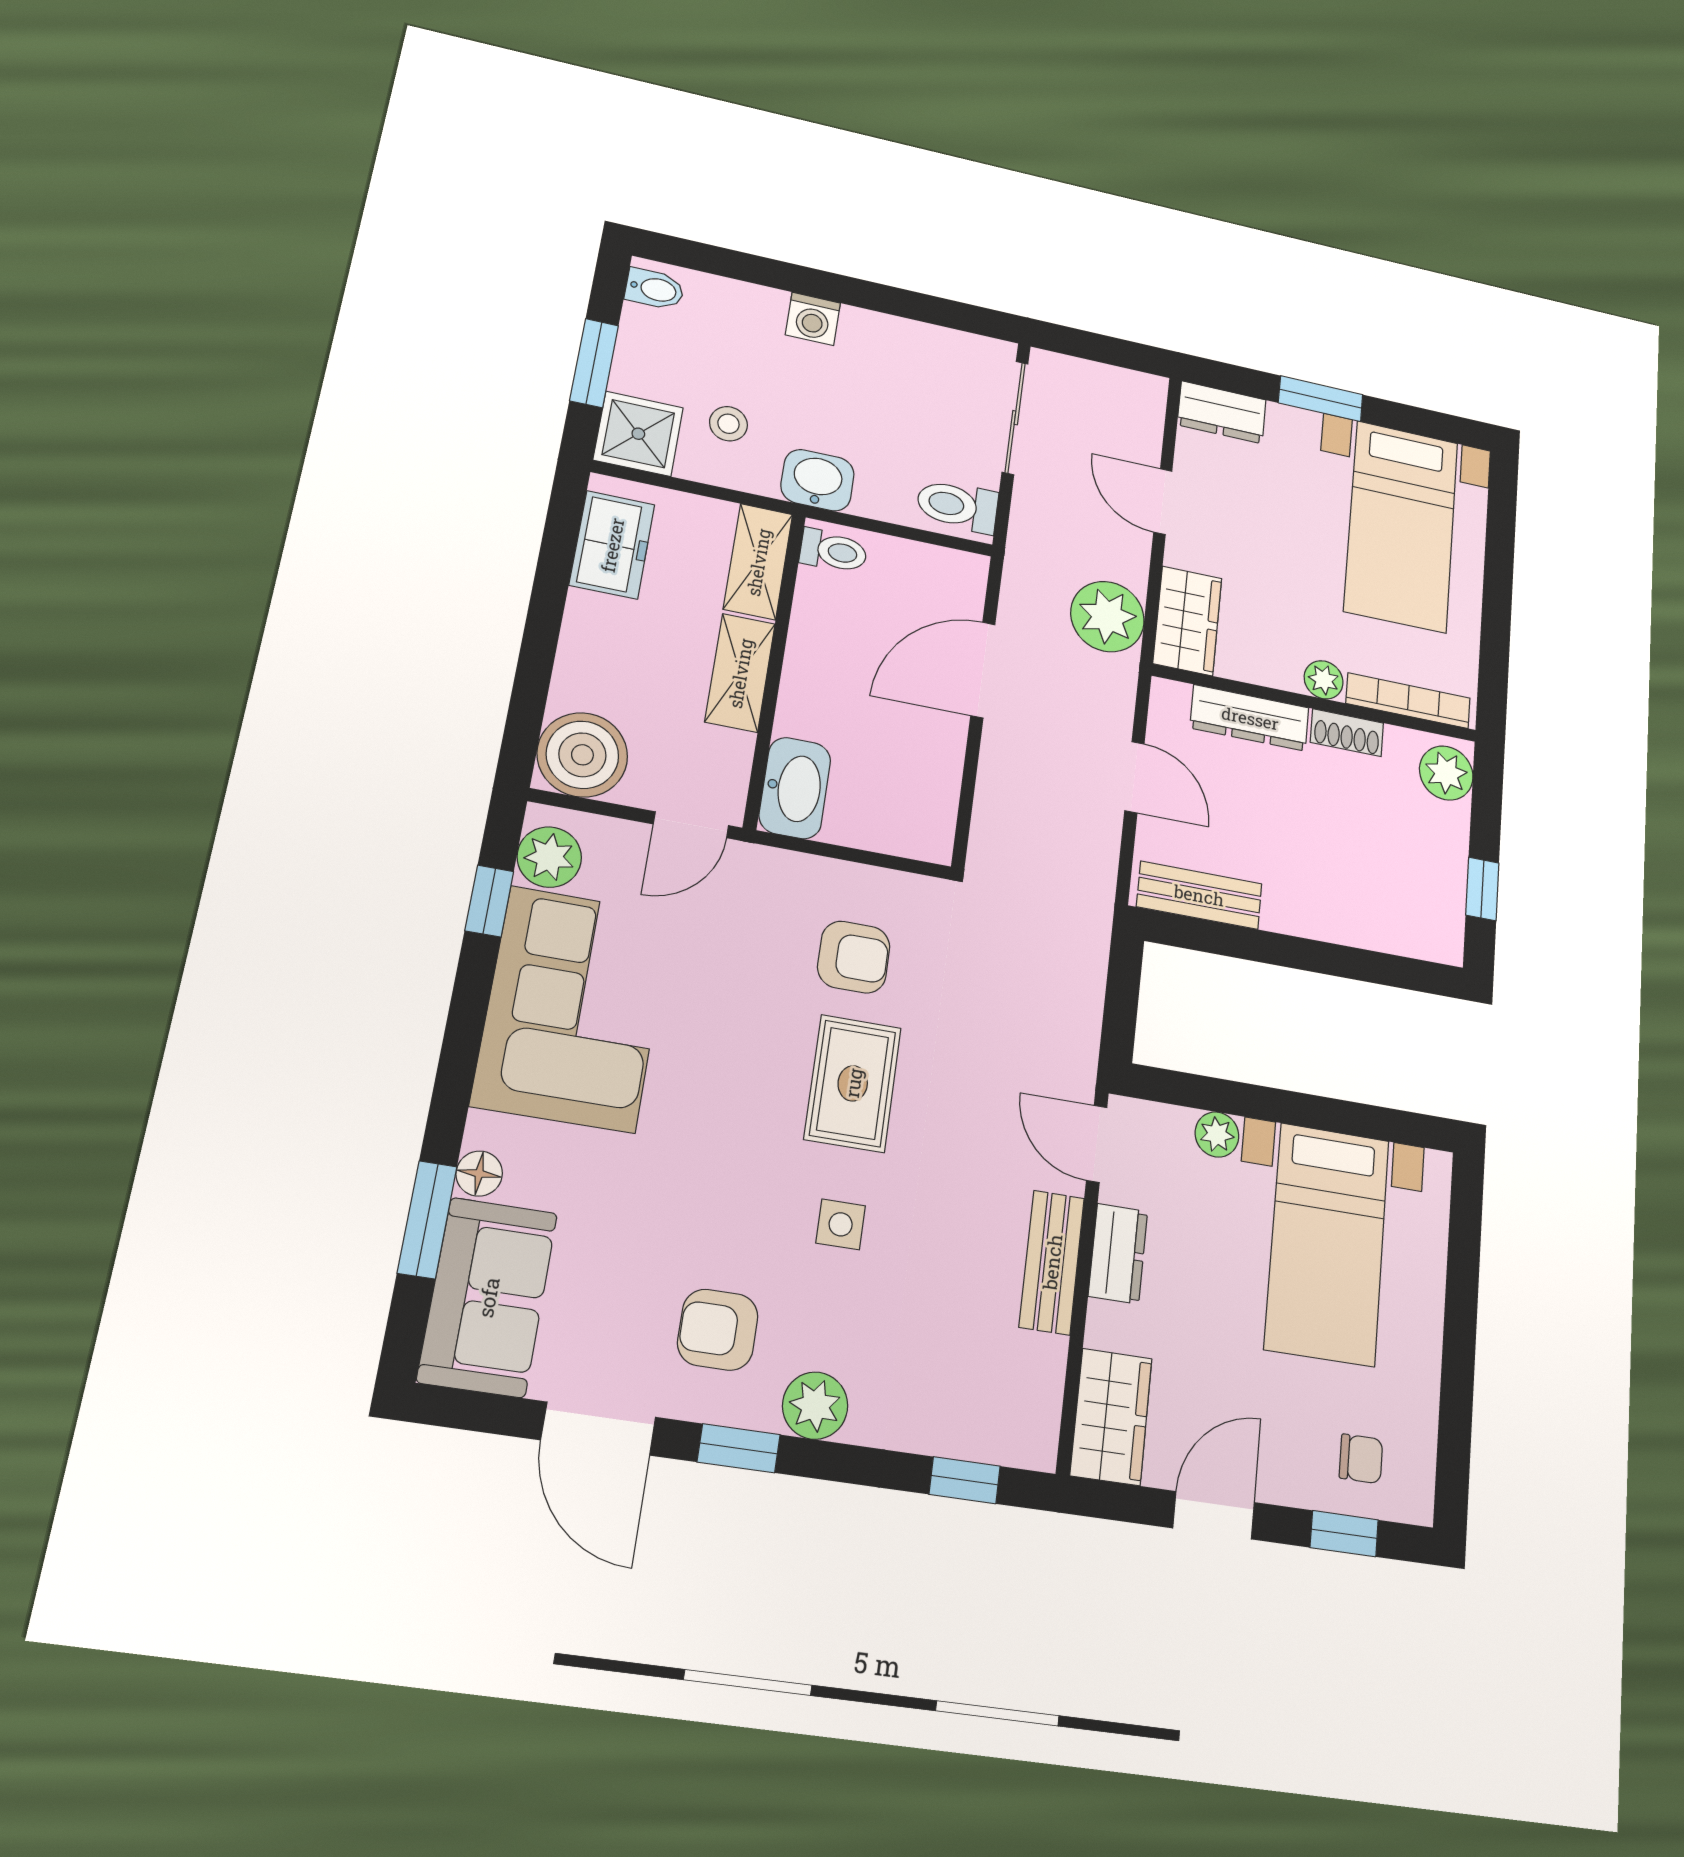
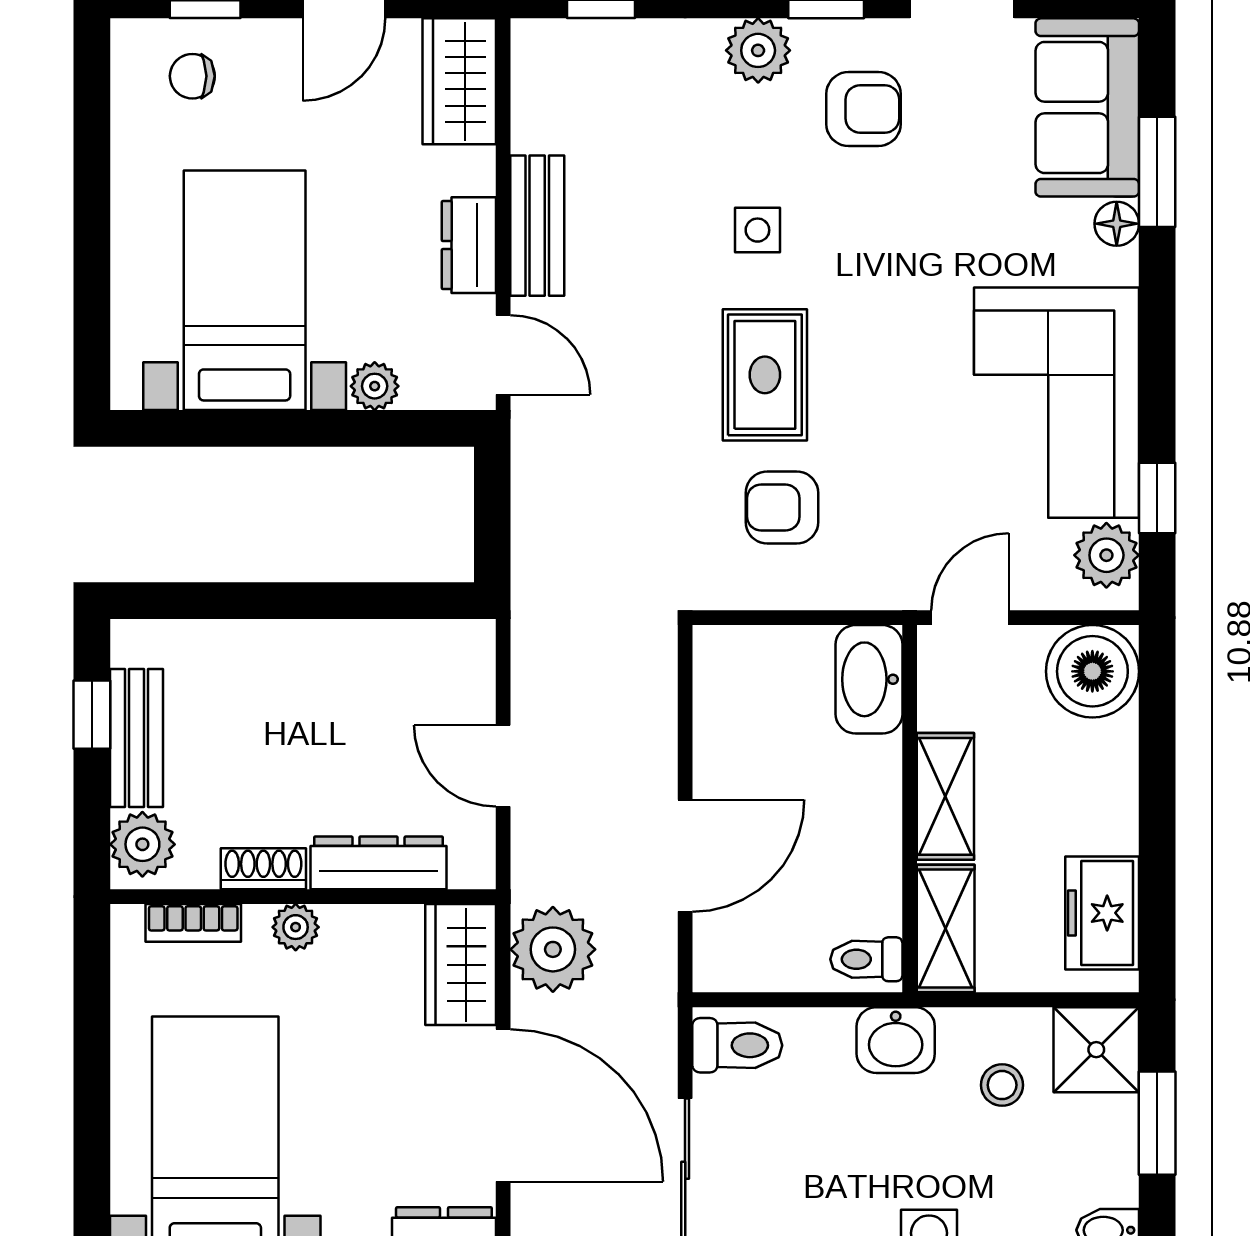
door: (1163, 502) -> (503, 1105), width x1.88
bookcase: (1408, 701) -> (193, 923), width x0.64
bench: (1199, 895) -> (136, 738), moved, turned 90

